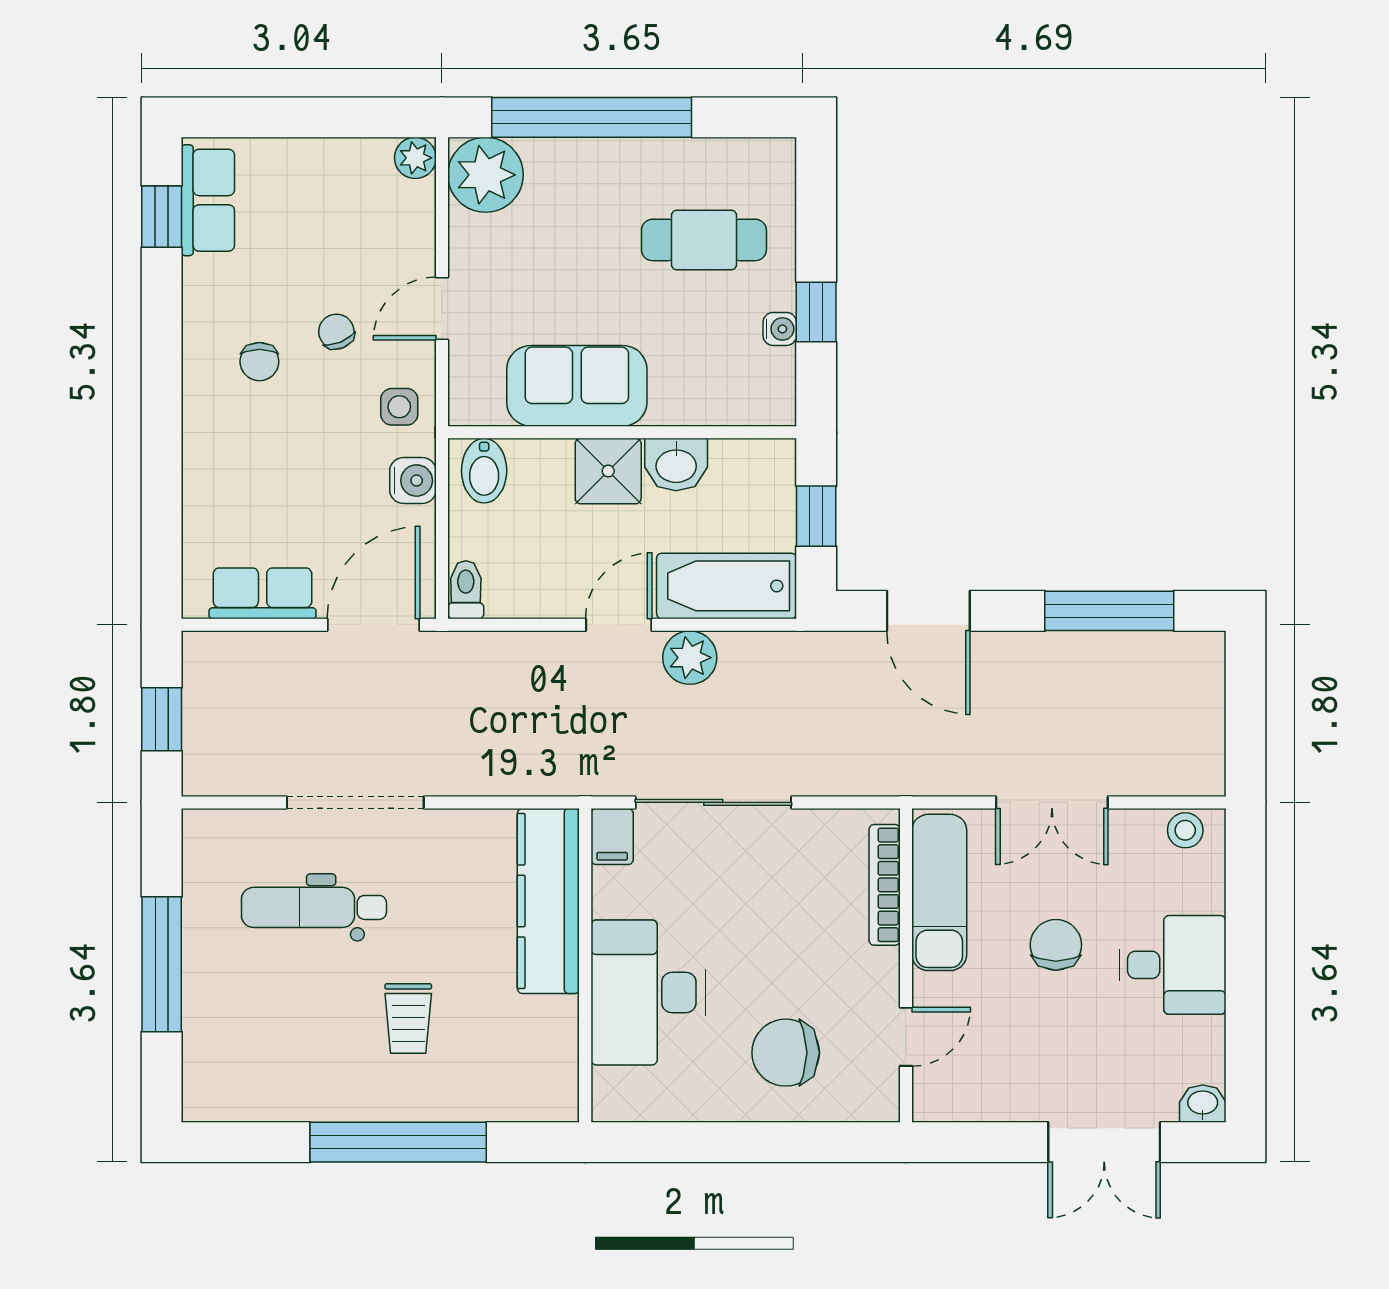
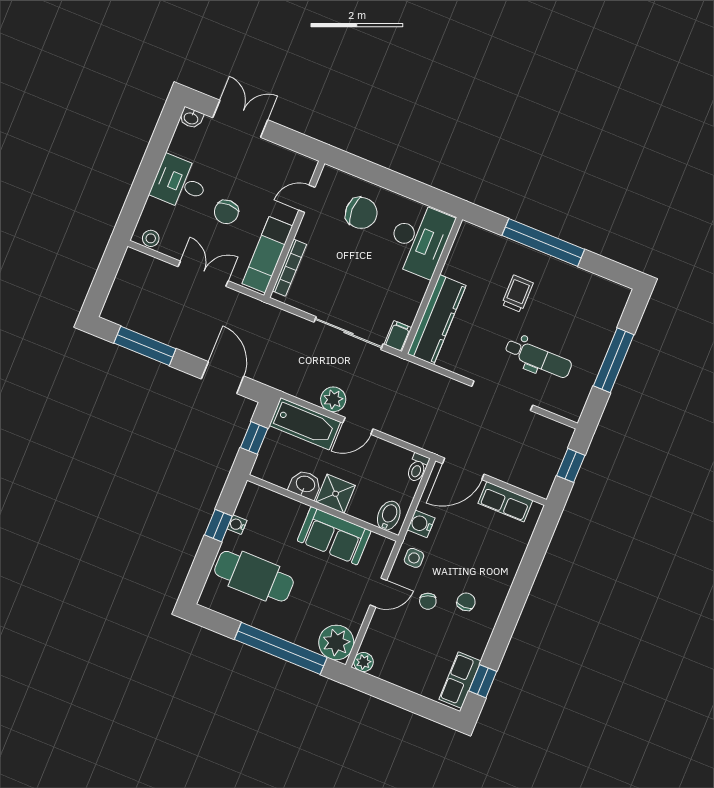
cafe table: (704, 240) -> (254, 576), width x1.37, depth x1.35
desk: (648, 992) -> (419, 240), moved

